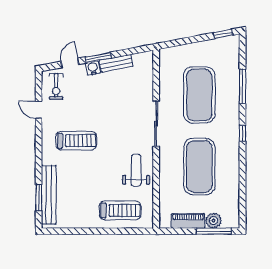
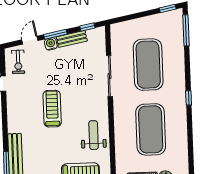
window: (134, 51) -> (87, 27), added
window: (242, 86) -> (186, 30), moved
sliding door: (156, 124) -> (109, 76), moved
treadmill: (76, 141) -> (52, 109), moved, turned -90

